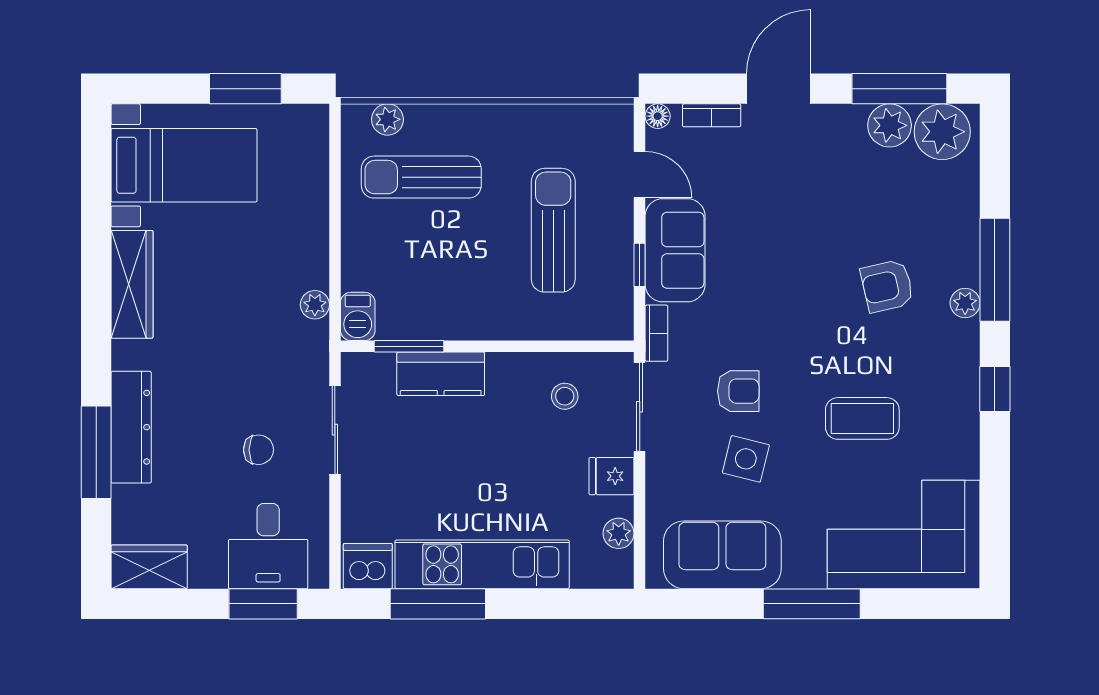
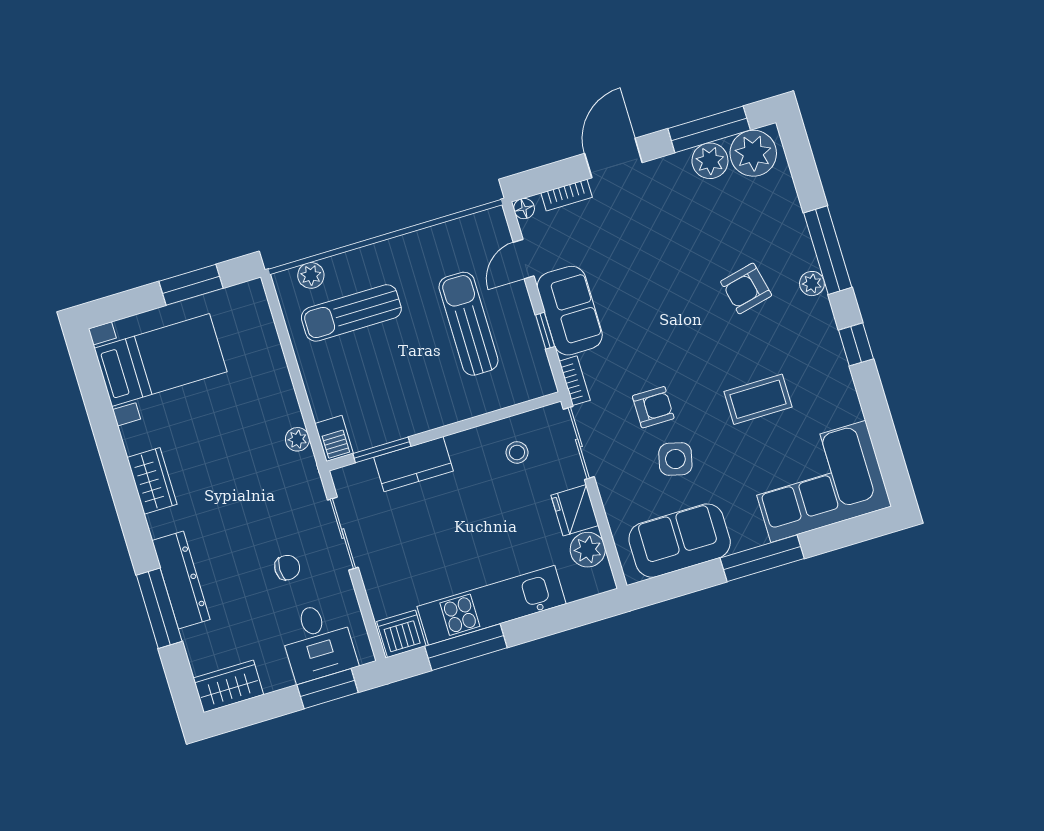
door: (640, 175) -> (524, 259), swing flipped
wardrobe: (132, 284) -> (152, 481), width x0.67
fridge: (612, 476) -> (575, 510), width x1.38
plant: (619, 533) -> (588, 550), width x1.38, depth x1.38

